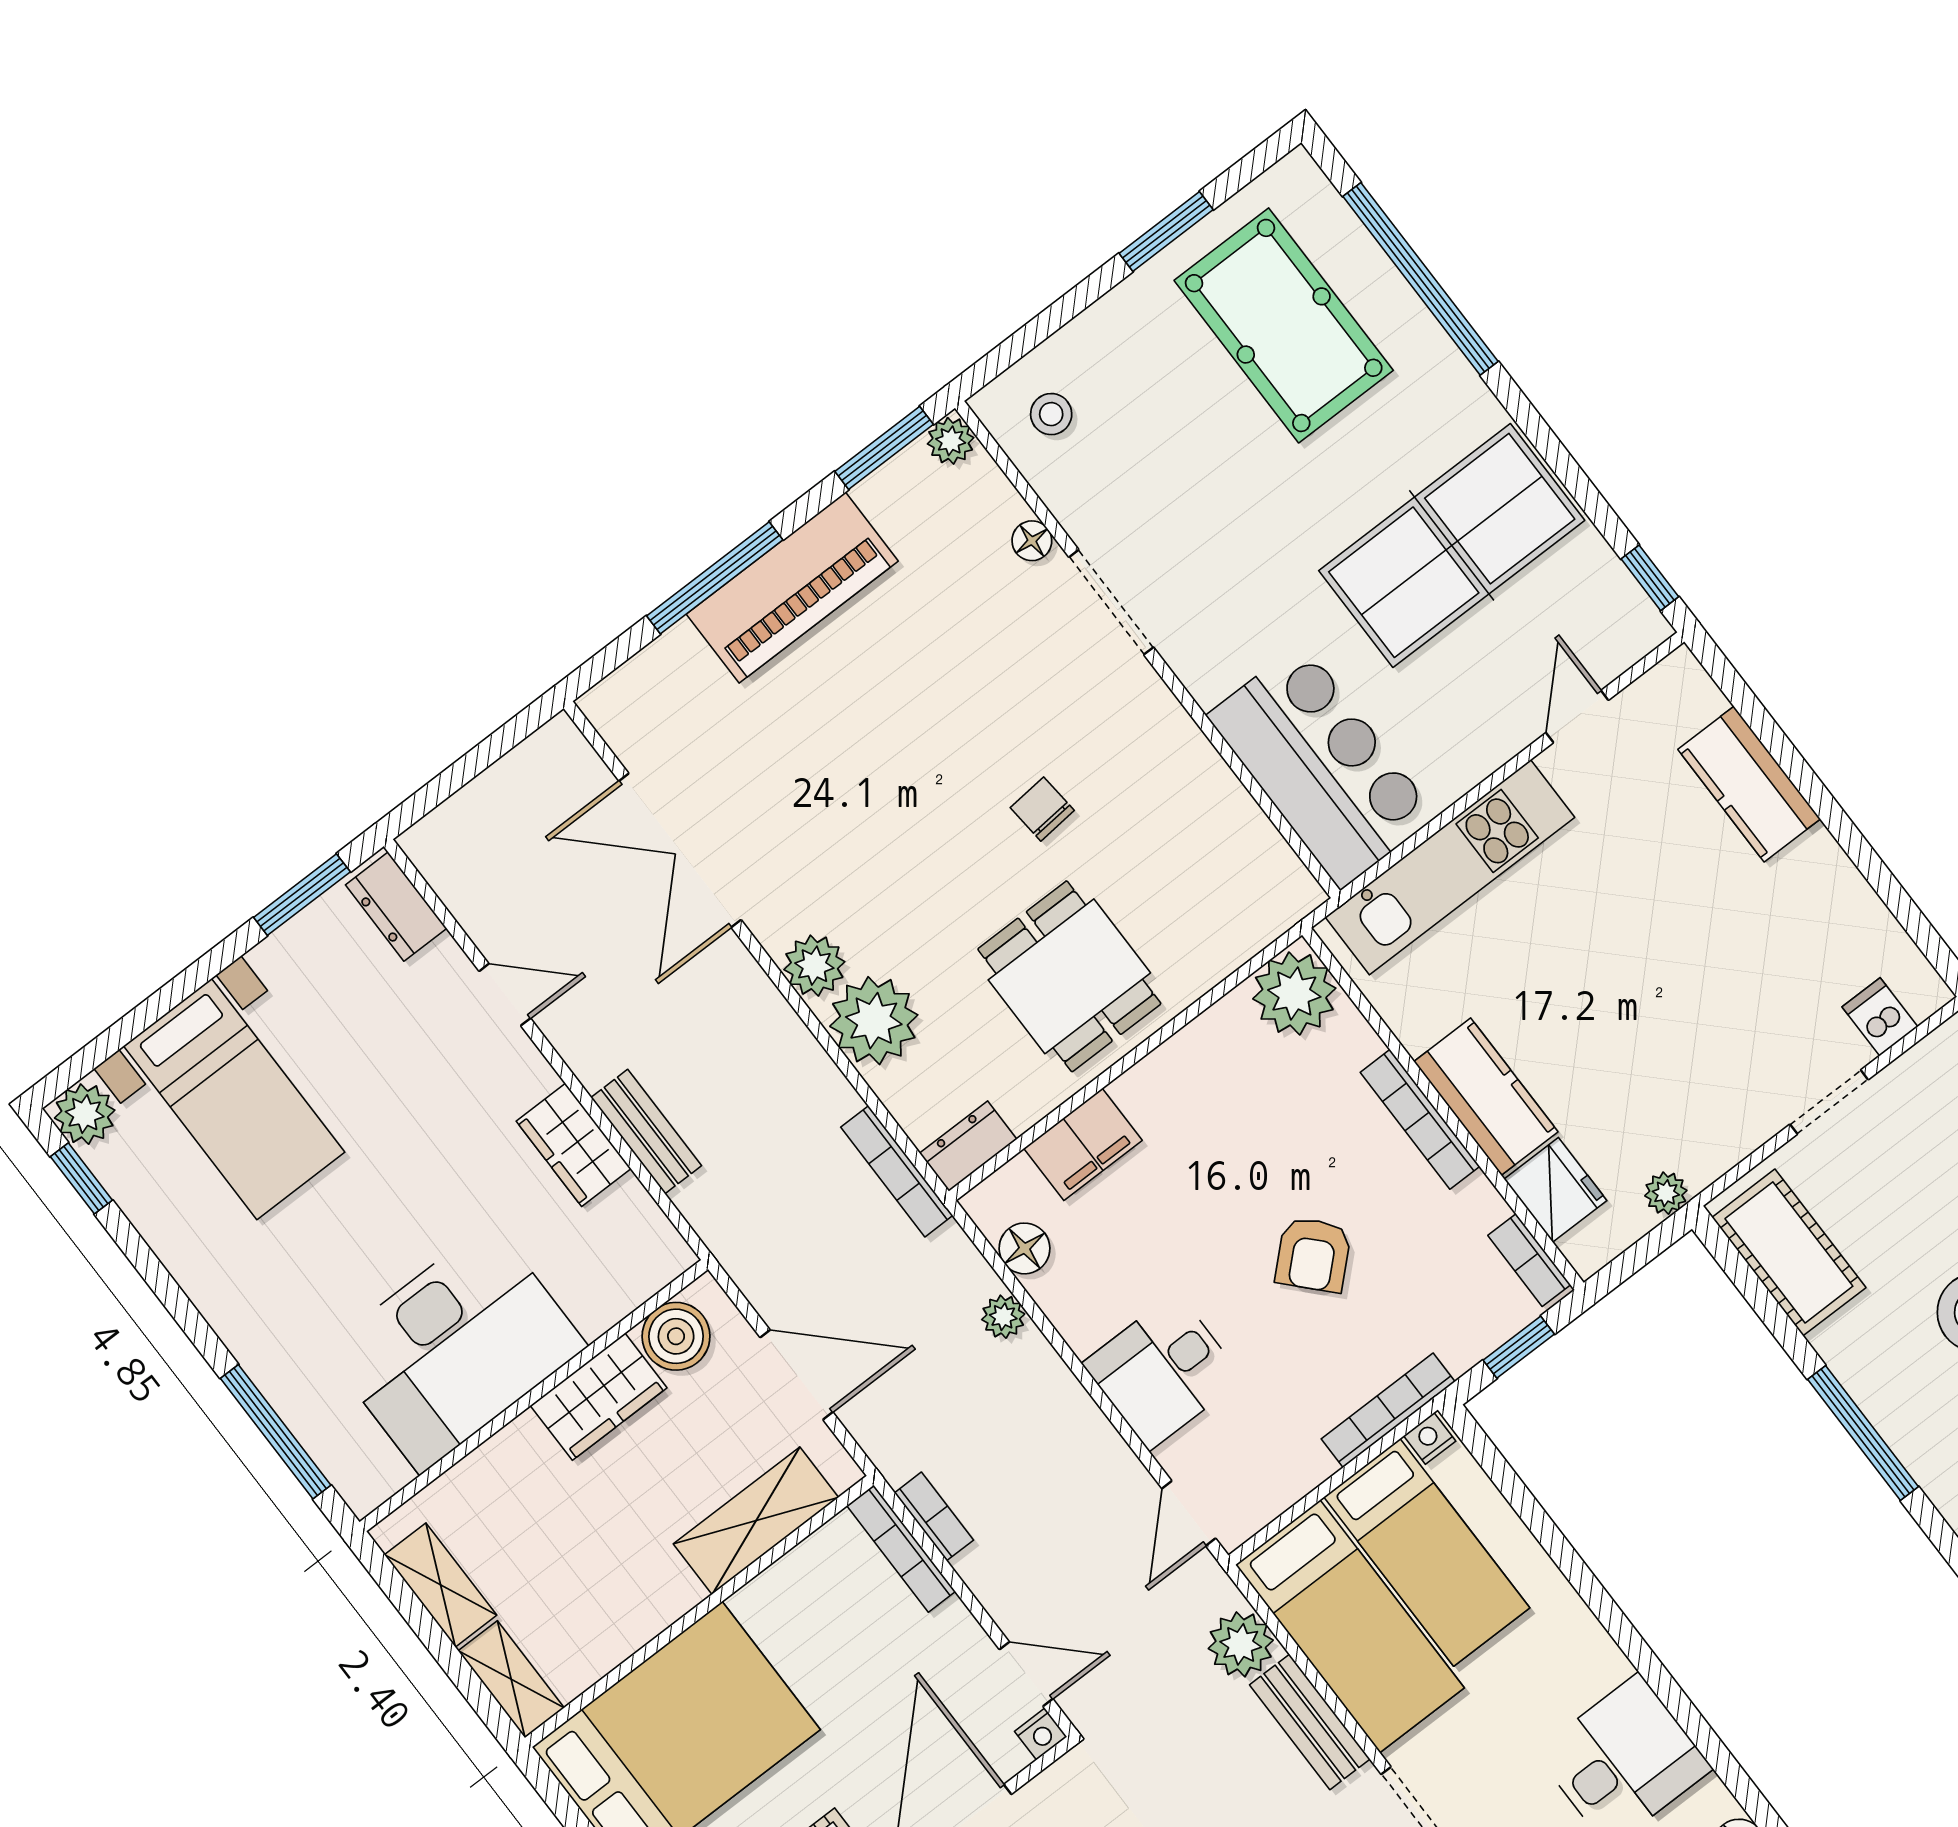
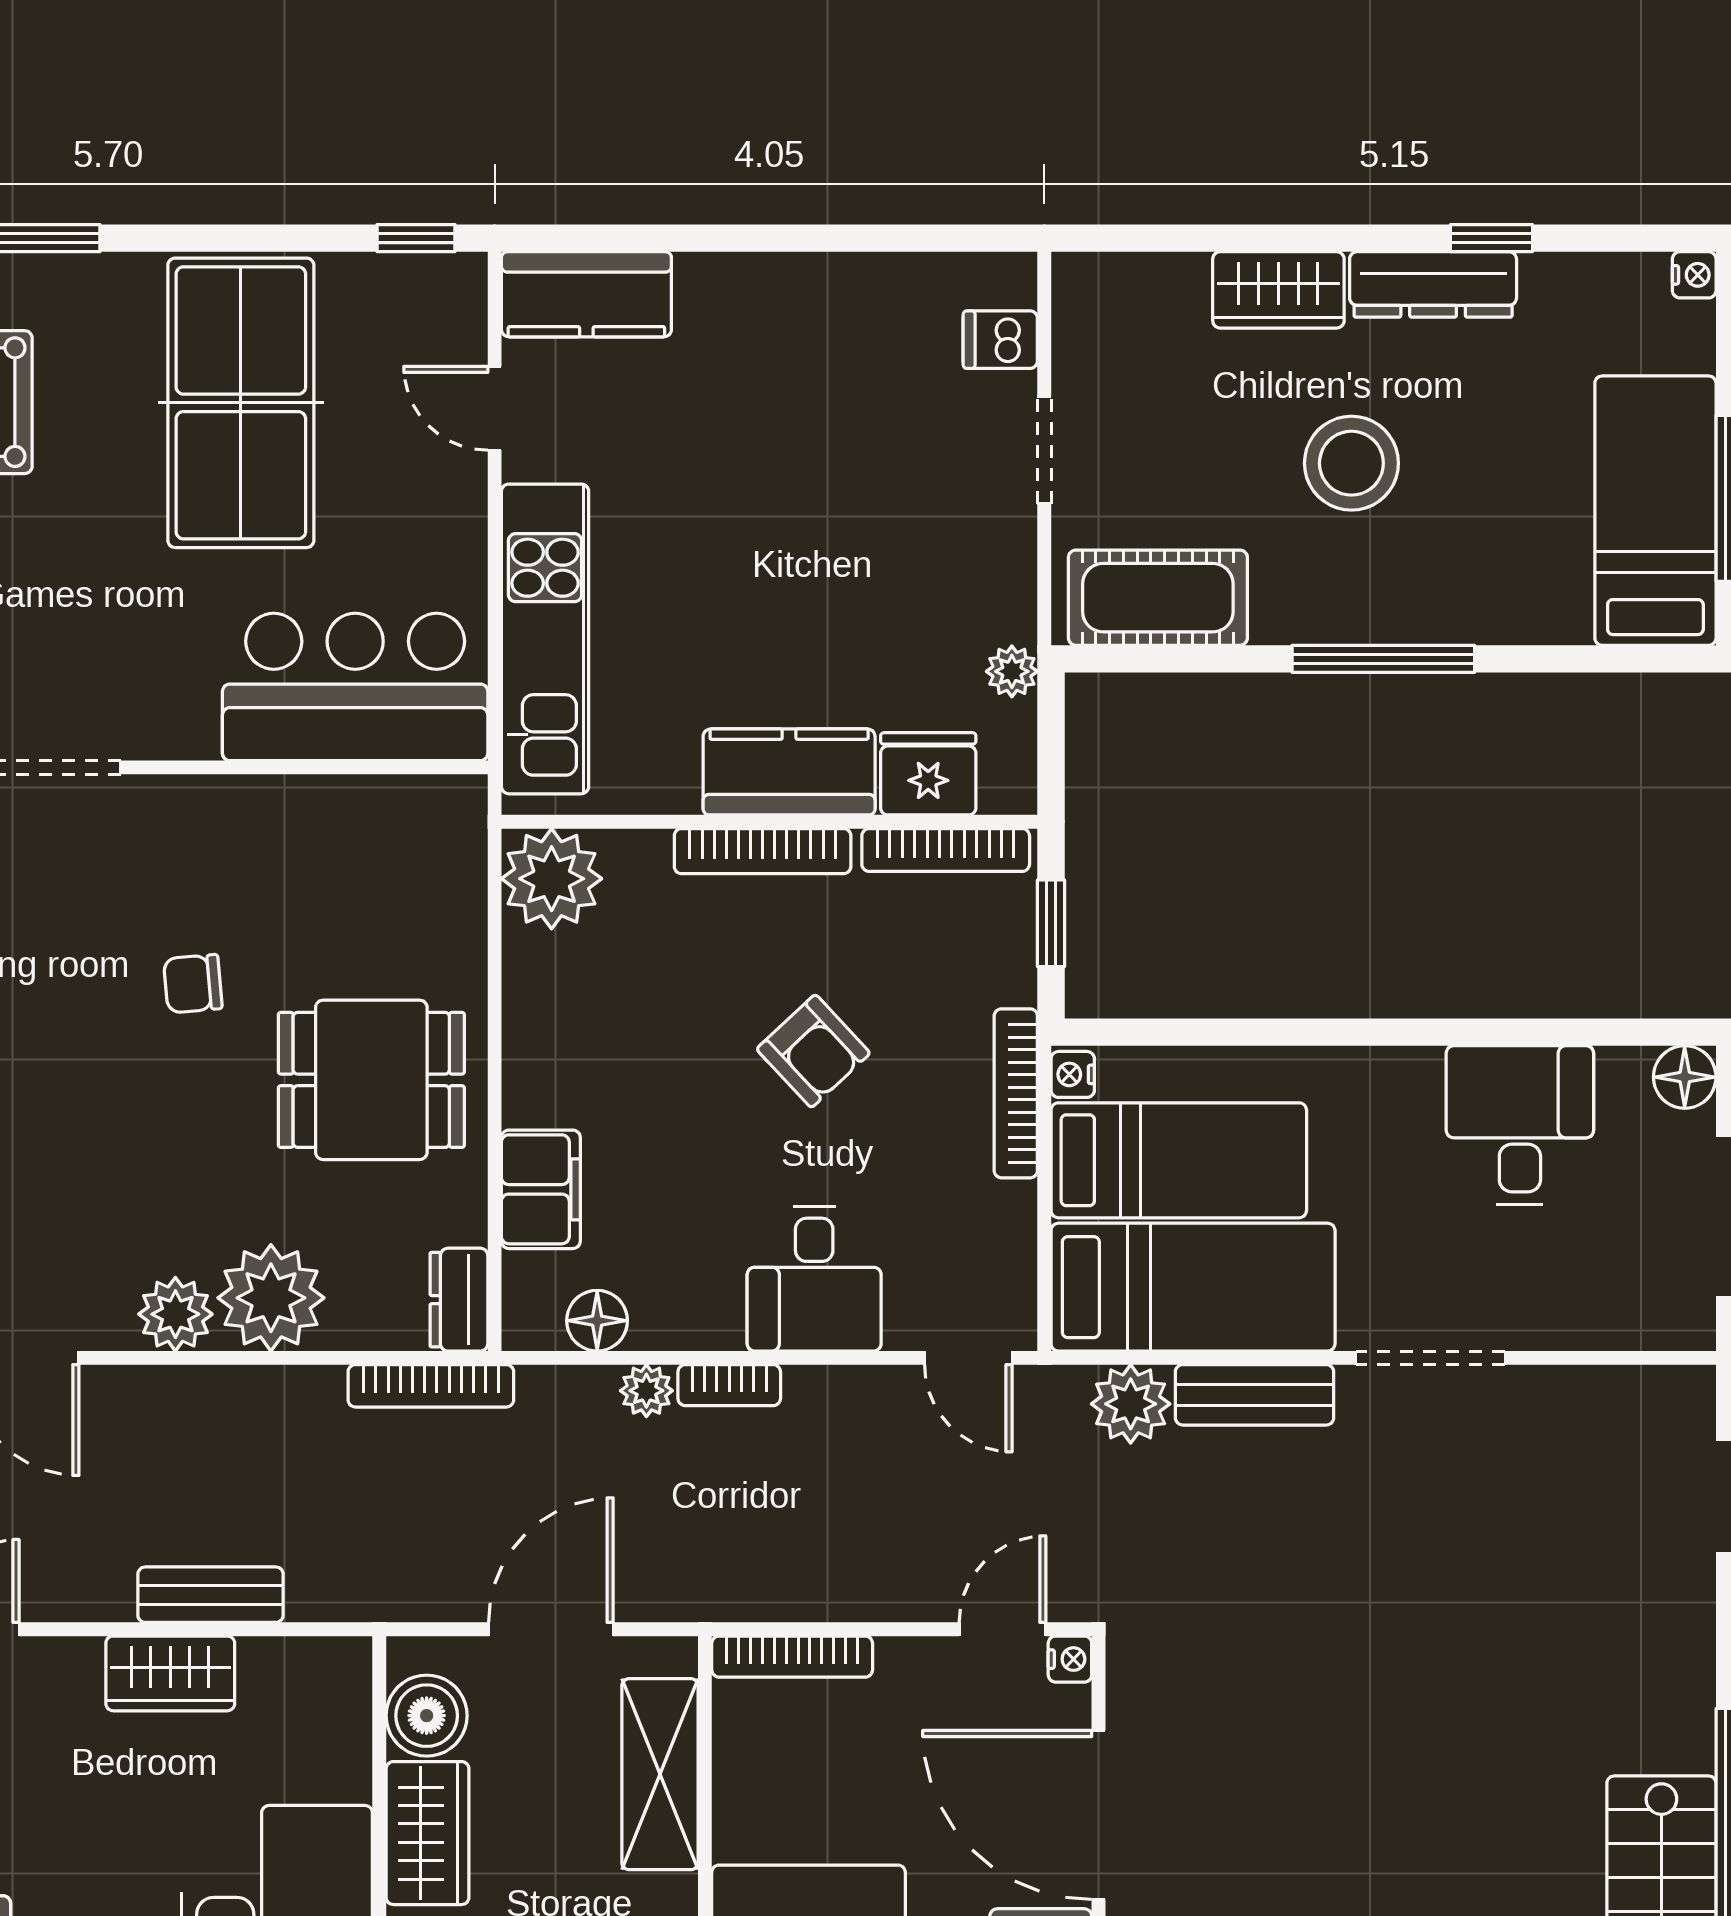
kitchen counter: (1749, 784) -> (586, 294), moved
bookcase: (1529, 1260) -> (946, 850), width x1.56
bookcase: (934, 1516) -> (729, 1385), moved, turned 180

